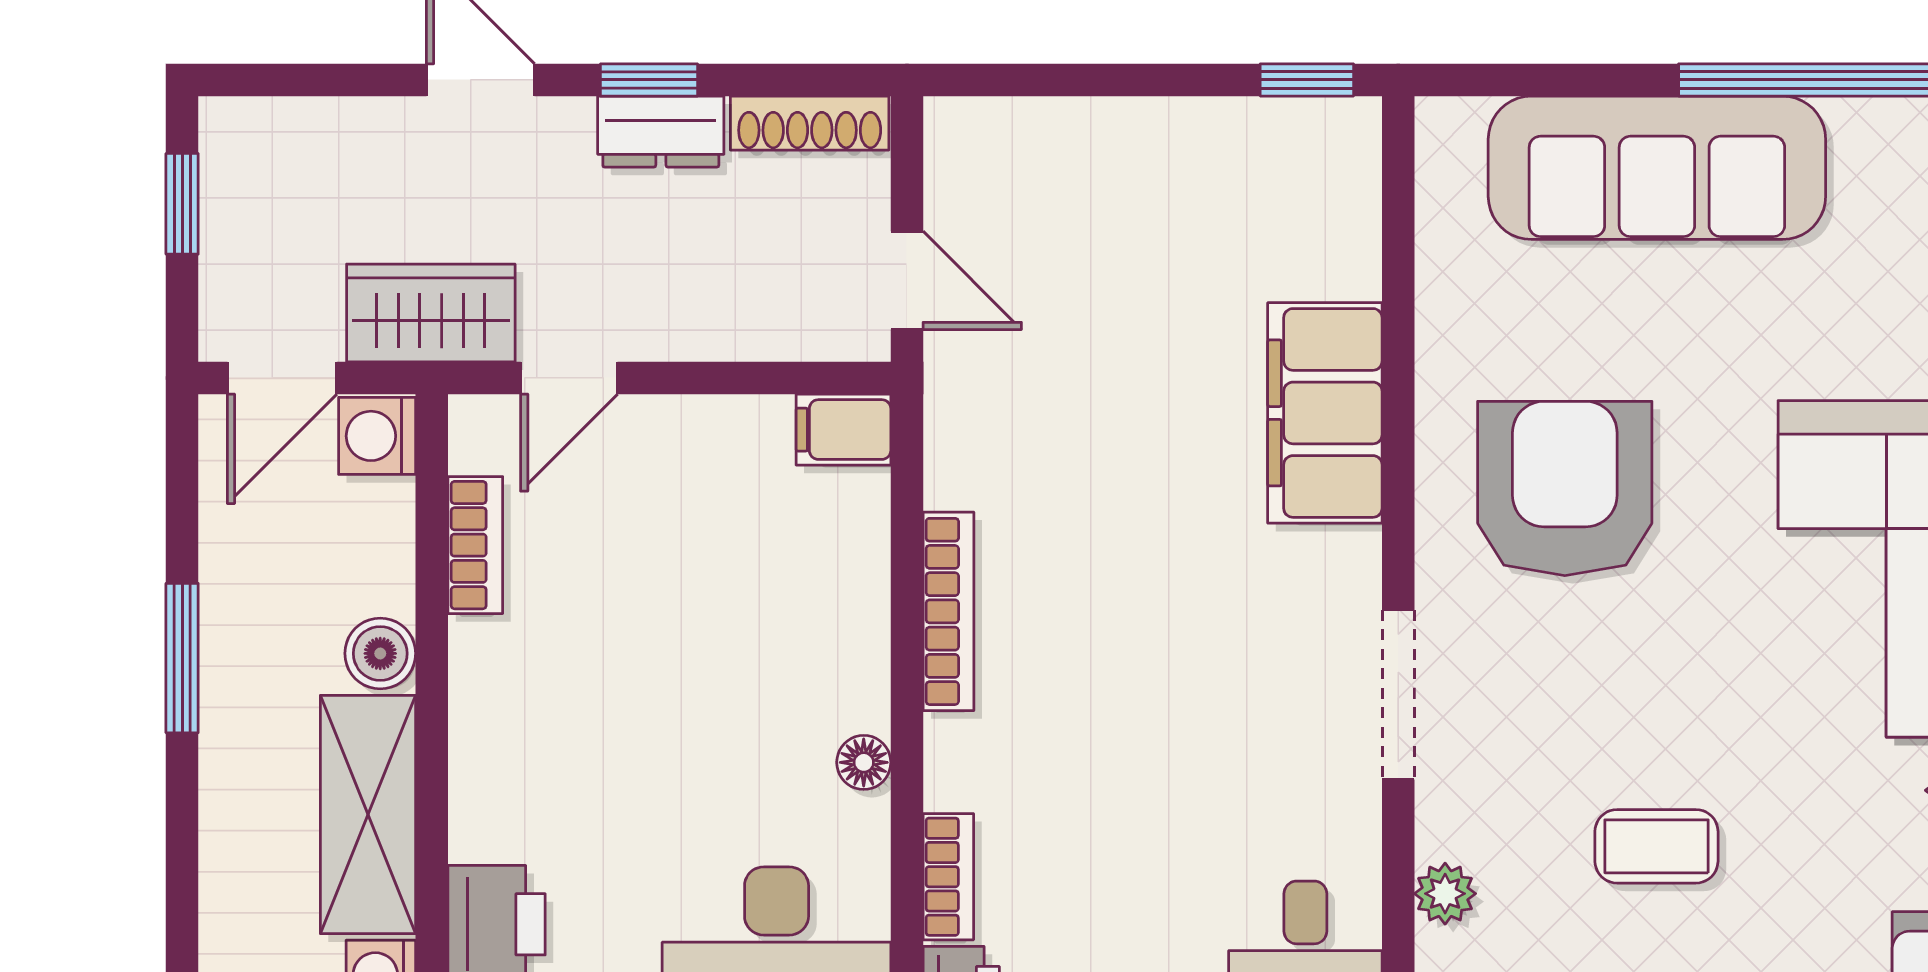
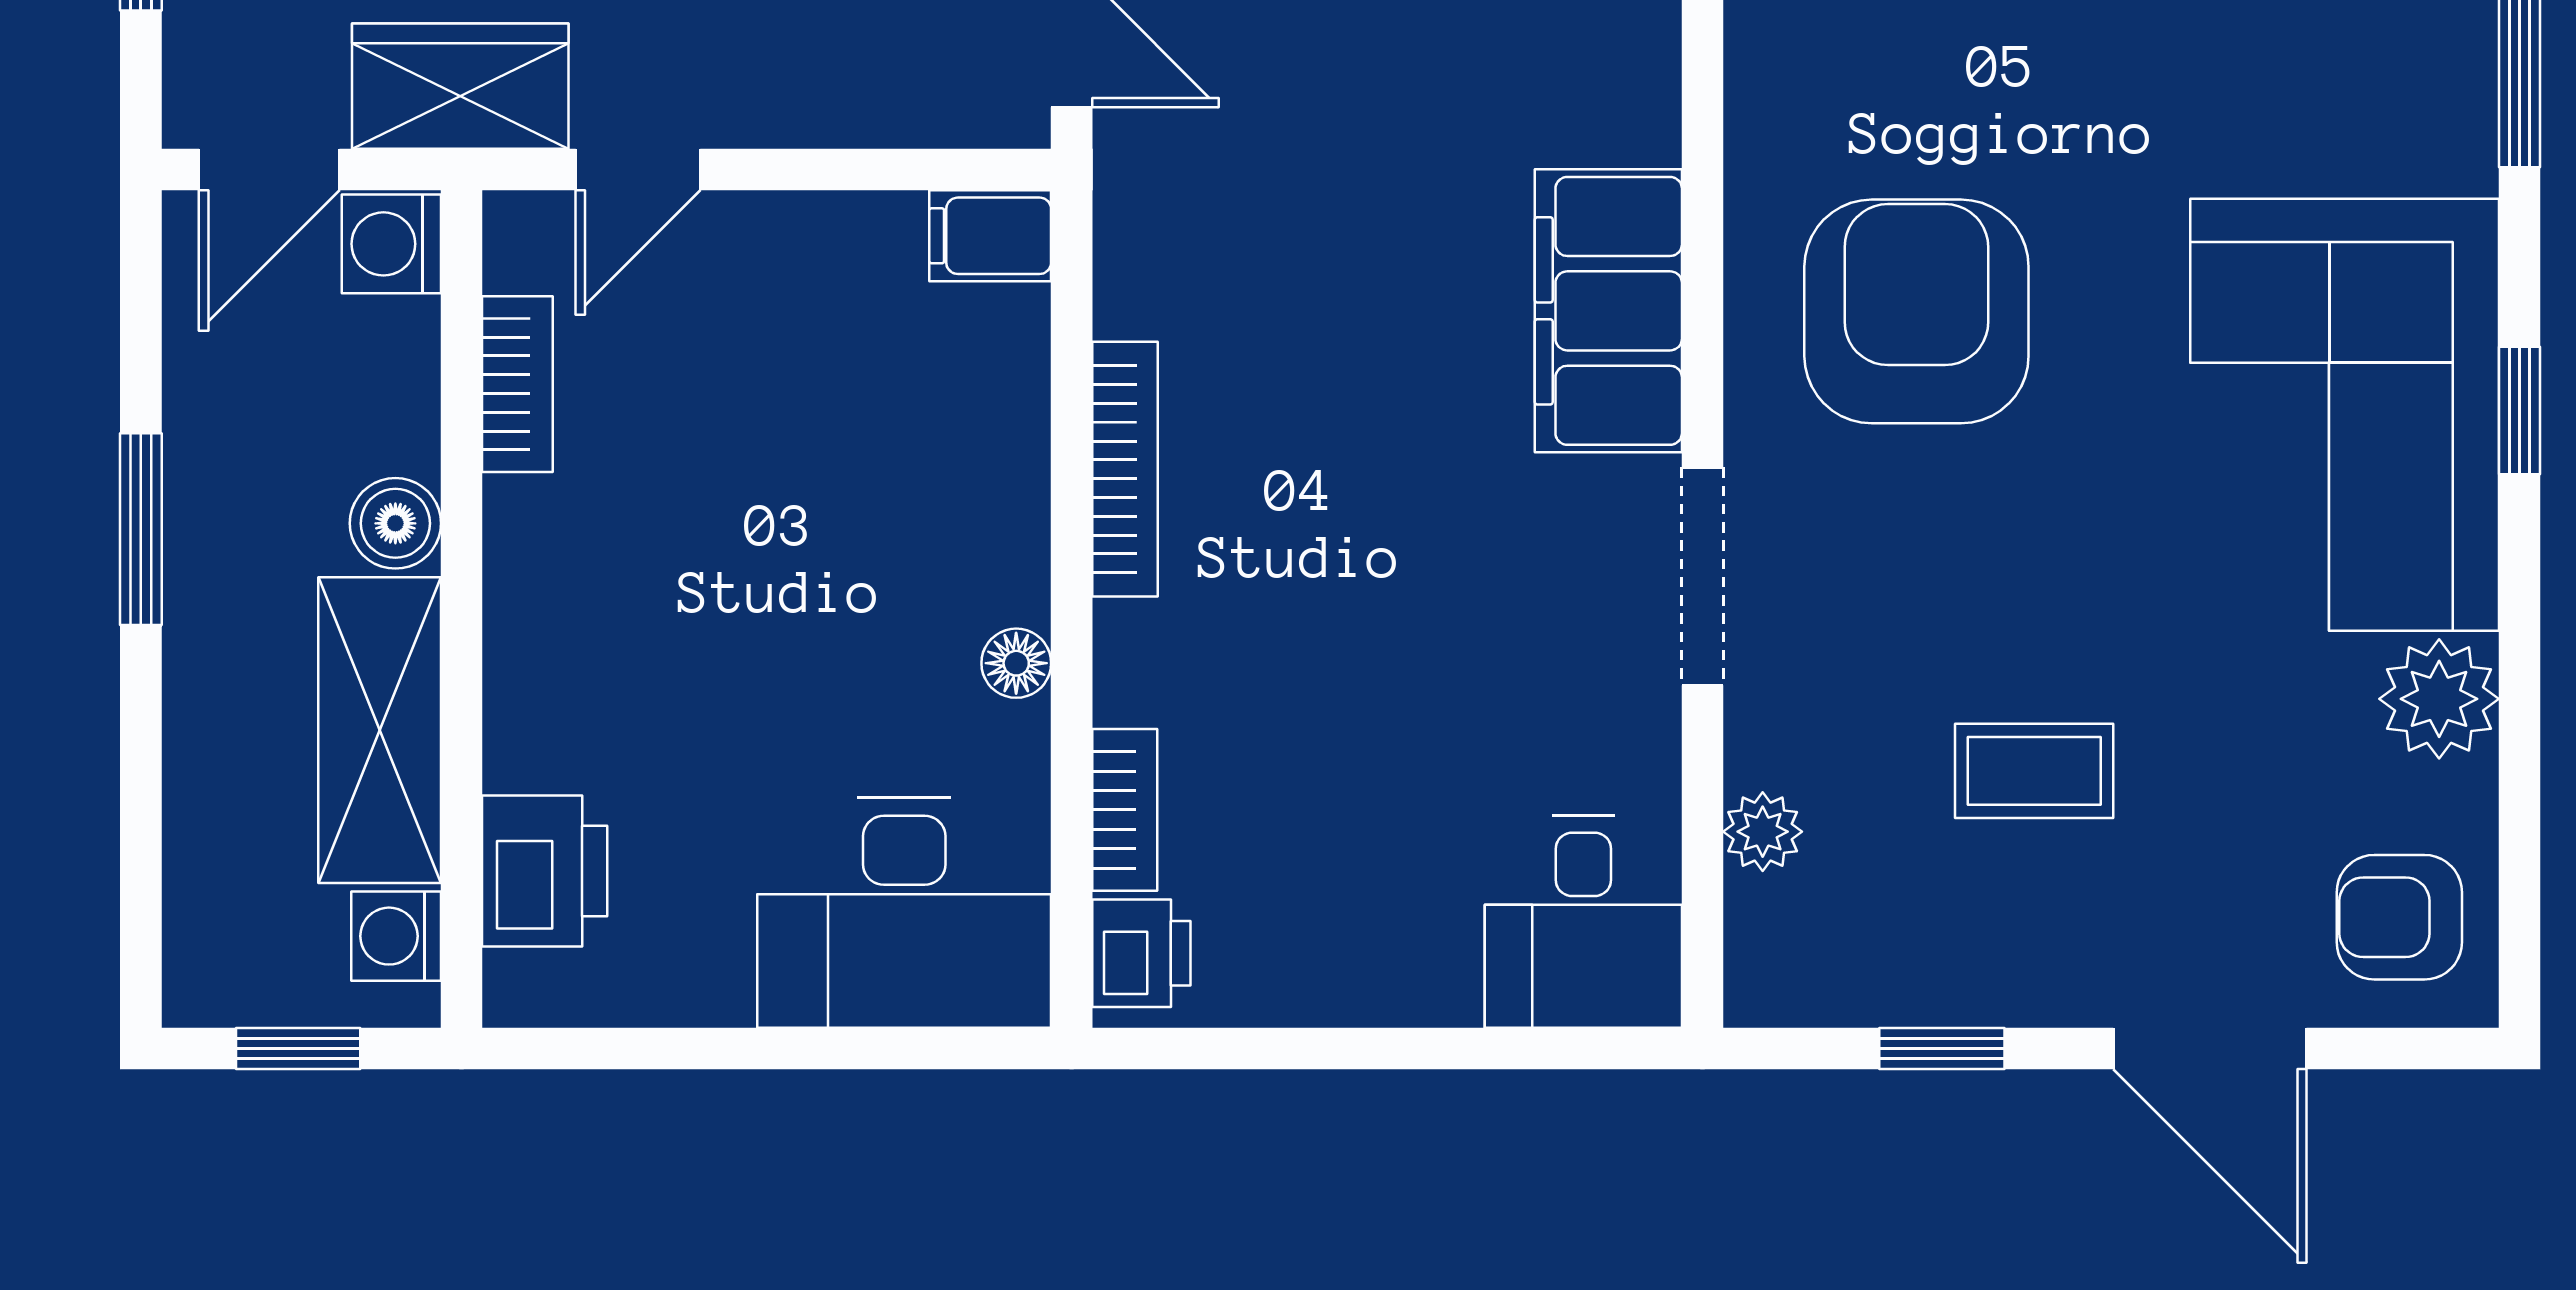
filing cabinet: (1325, 413) -> (1608, 311), moved

